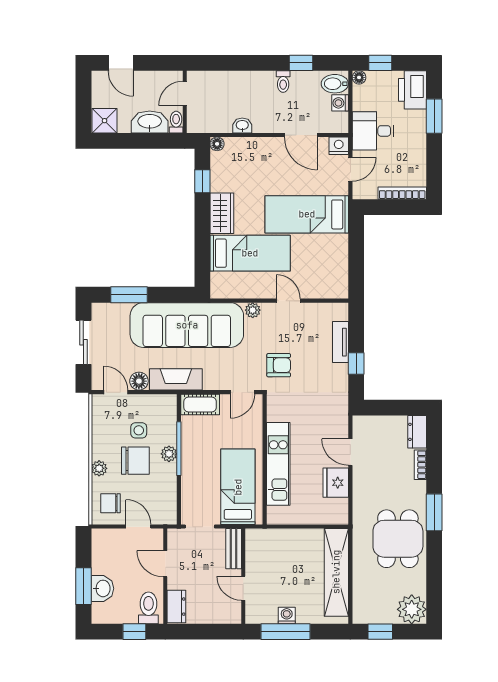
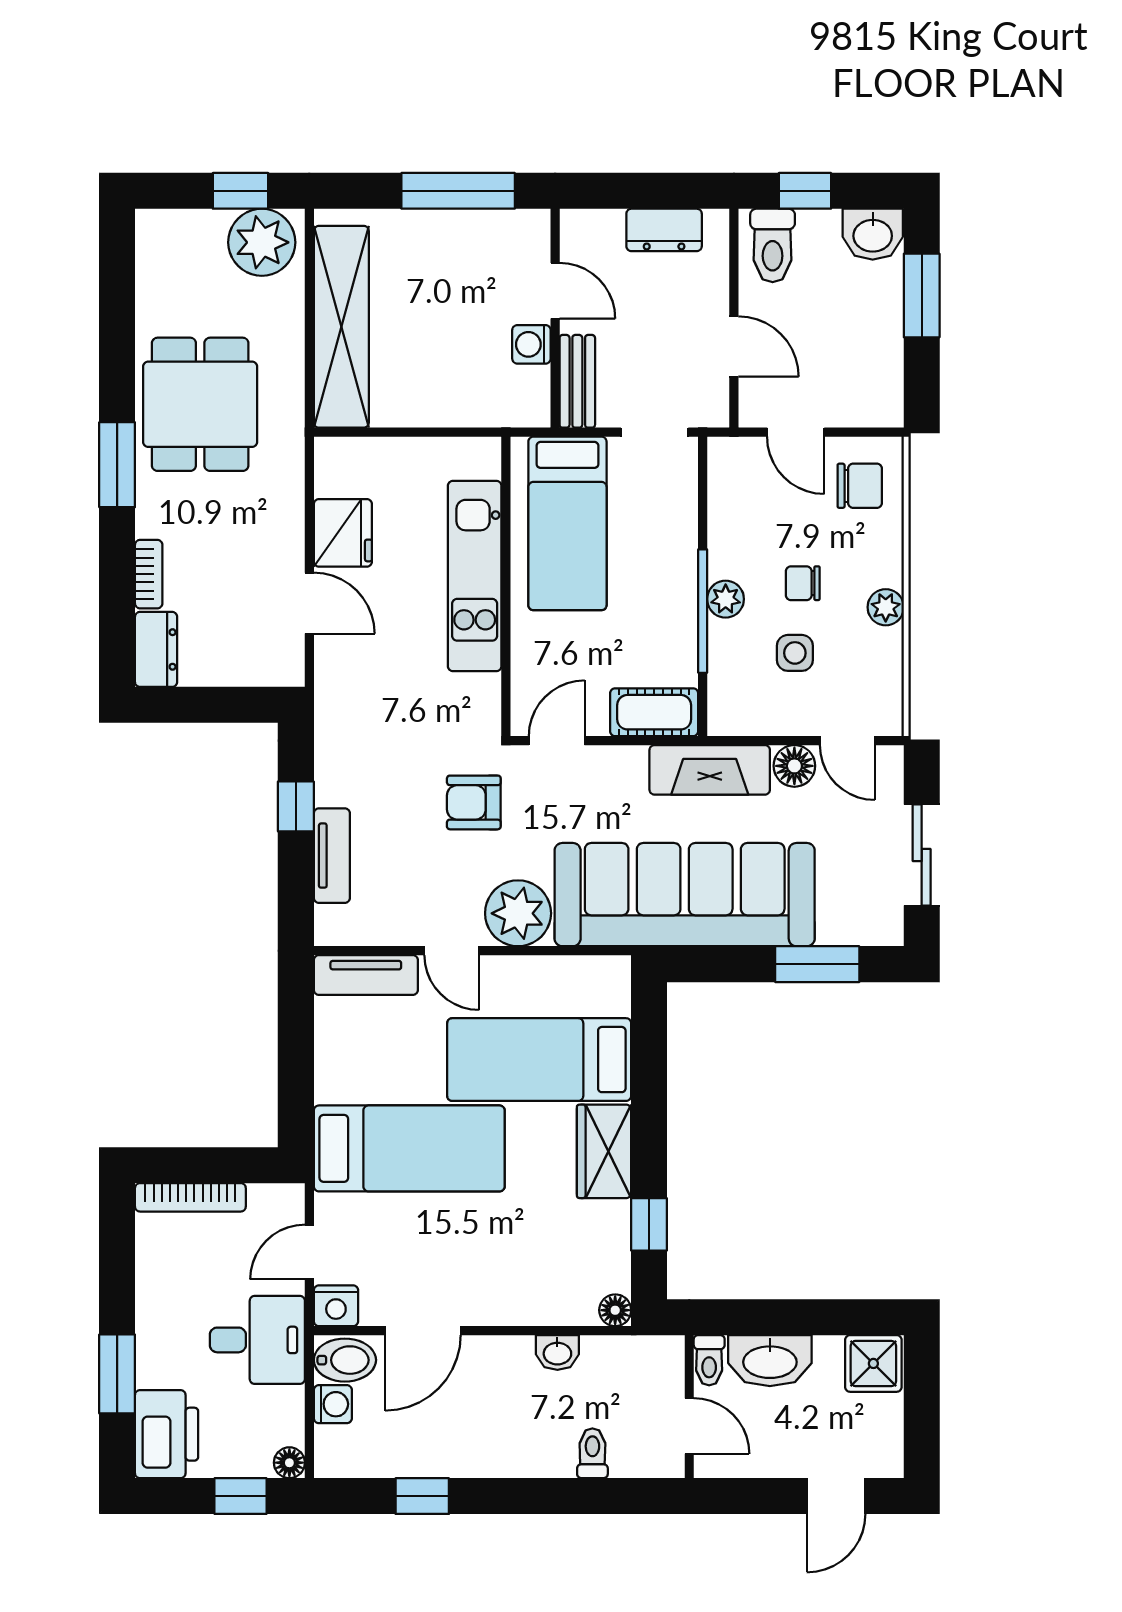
door: (121, 63) -> (836, 1496), swing flipped
toilet: (283, 82) -> (592, 1453), moved
bidet: (335, 84) -> (345, 1360), moved
door: (185, 93) -> (689, 1426), hinge flipped
door: (301, 135) -> (423, 1331), swing flipped
tv unit: (326, 290) -> (366, 975), added
plant: (253, 310) -> (518, 913), width x1.88, depth x1.88
chair: (135, 461) -> (803, 583), width x0.54, depth x0.54
plant: (99, 468) -> (886, 607), moved
washbasin: (102, 588) -> (873, 234), moved, turned -90
dresser: (176, 607) -> (664, 230), moved, turned -90
plant: (412, 609) -> (262, 242), moved
washing machine: (287, 616) -> (531, 344), moved, turned 90

